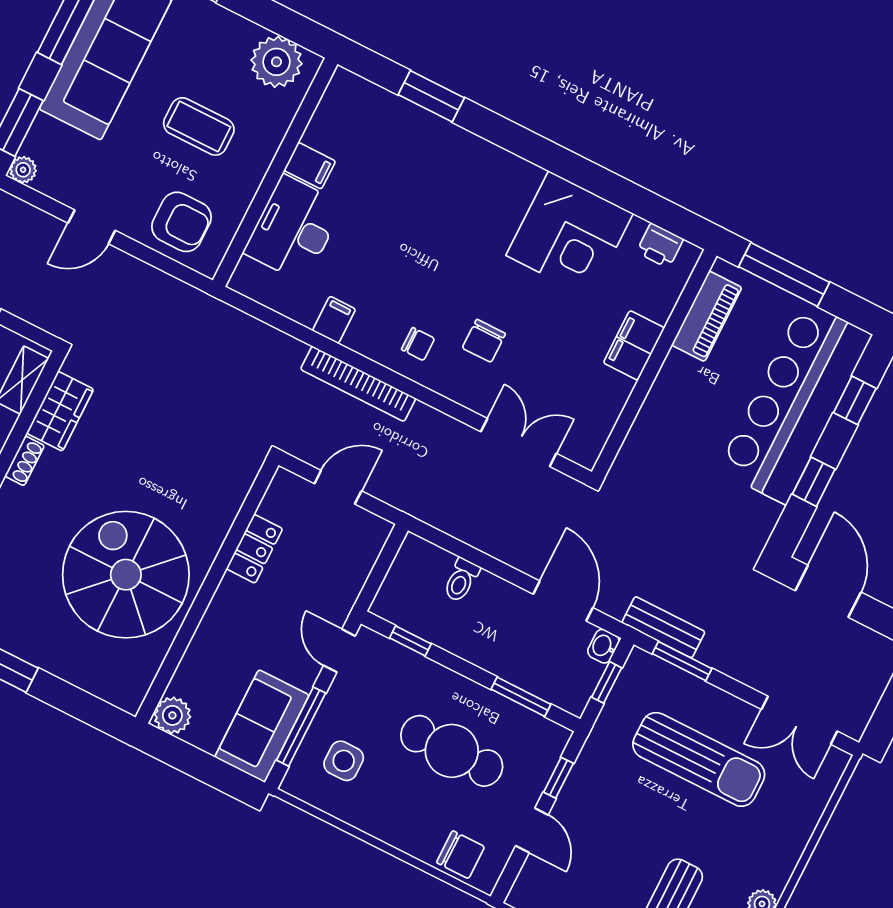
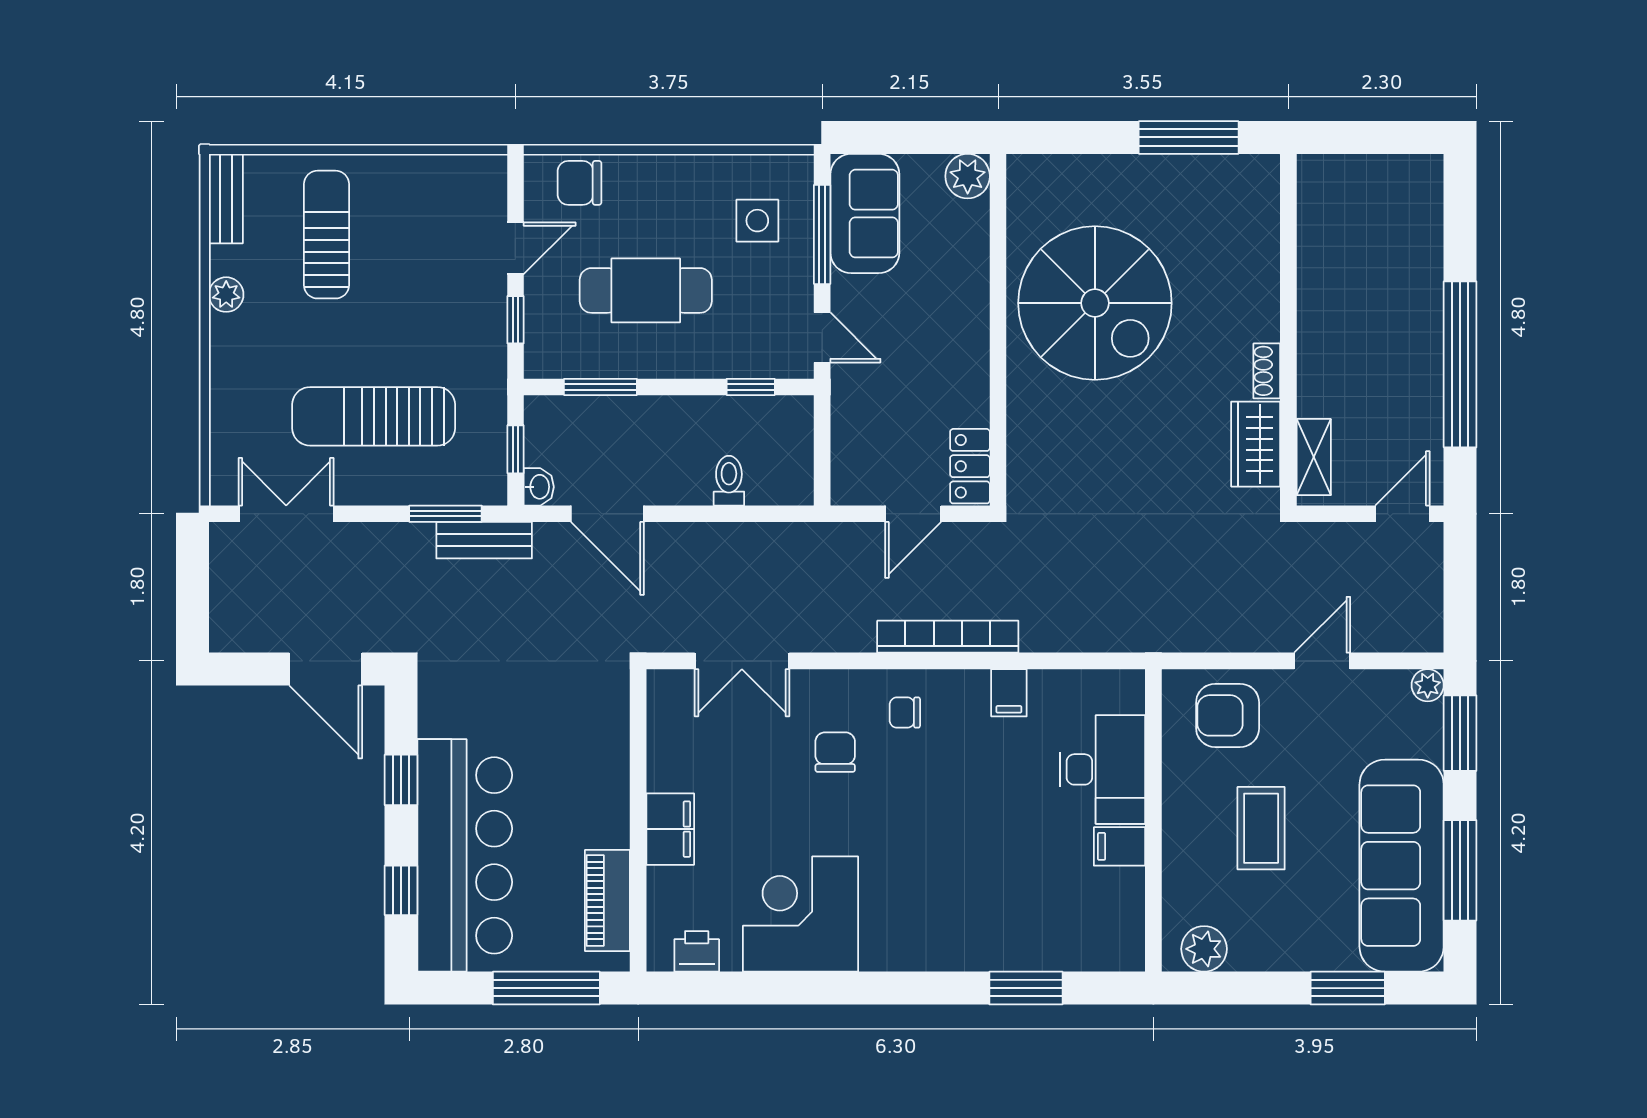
plant: (276, 62) -> (1204, 949), width x0.73, depth x0.73
coffee table: (199, 126) -> (1261, 828), turned 90
locker: (254, 549) -> (970, 466), moved
door: (532, 830) -> (515, 248), swing flipped

